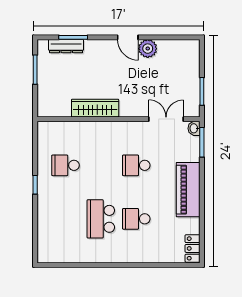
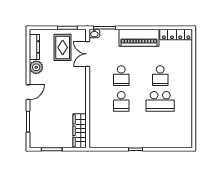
door: (128, 37) -> (28, 92), moved
dresser: (66, 46) -> (34, 47), moved
rug: (175, 85) -> (63, 47), added
wardrobe: (95, 108) -> (80, 131), moved
school desk: (65, 165) -> (121, 101), moved
locker: (193, 248) -> (176, 35), width x1.53

